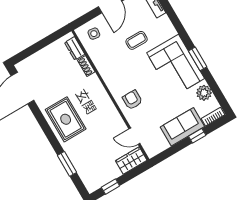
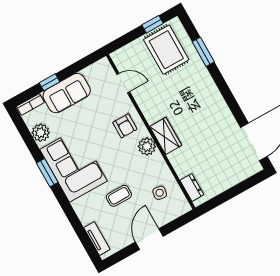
side table: (94, 34) -> (160, 193), moved
shoe rack: (86, 66) -> (178, 167), removed
plant: (113, 83) -> (147, 146), added
rug: (66, 119) -> (166, 50), moved
wardrobe: (131, 161) -> (166, 136), moved, turned -90

